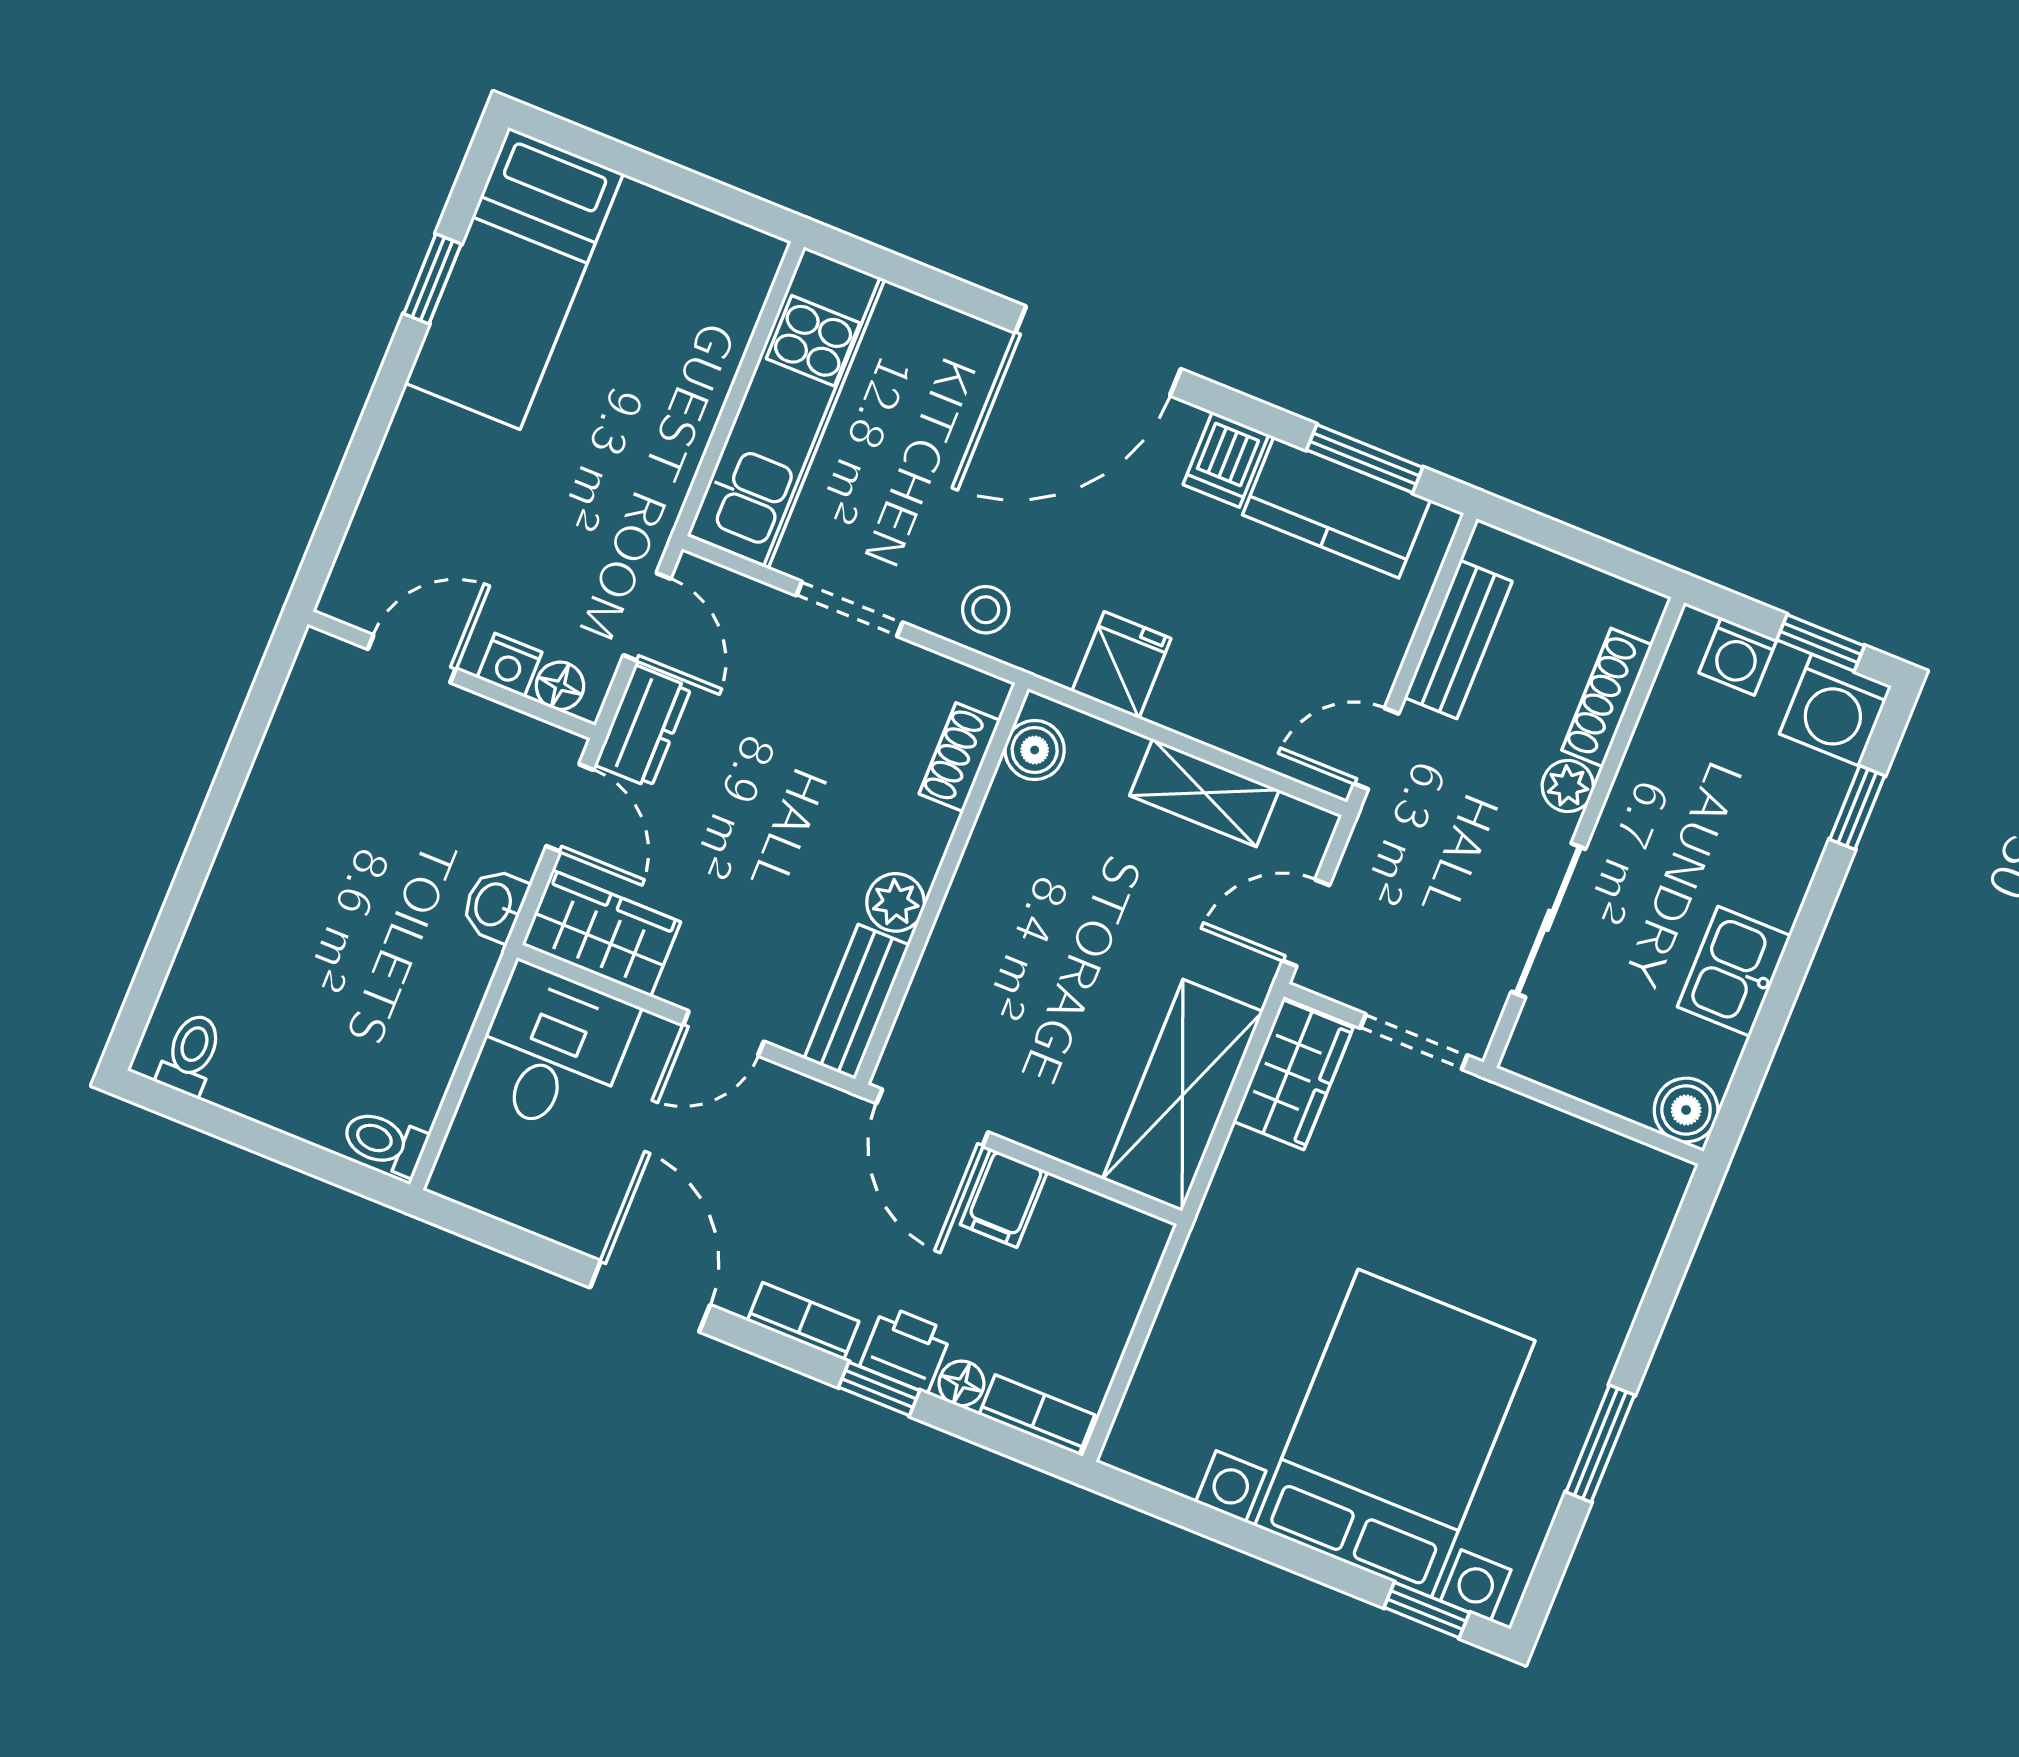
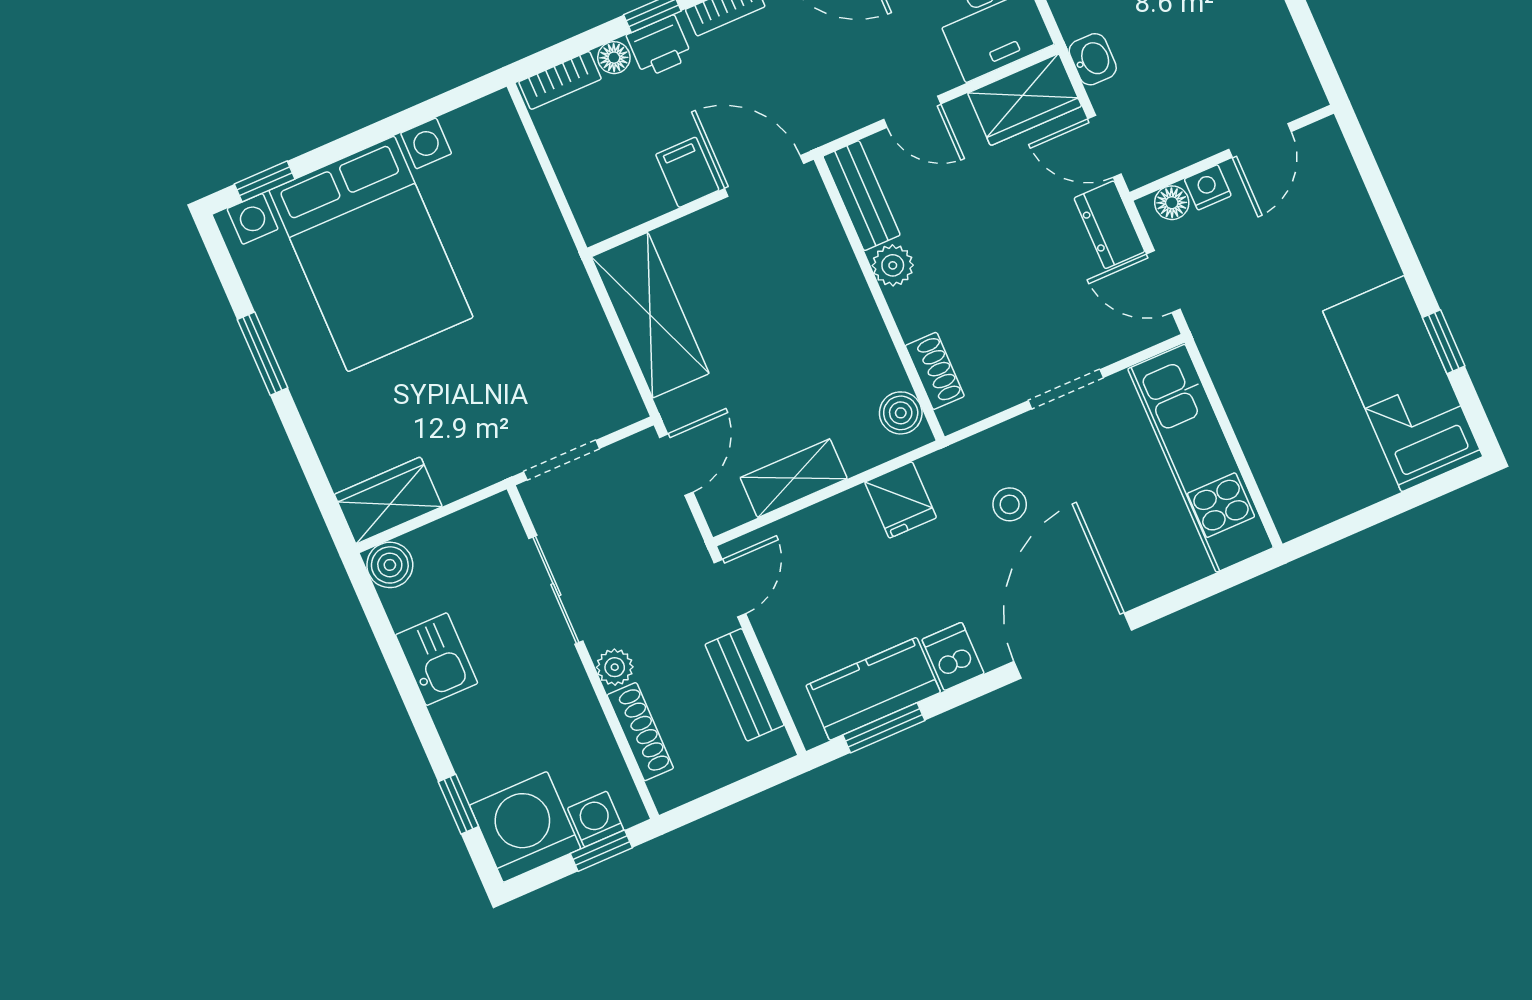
stool: (986, 610) -> (1010, 504), moved
window: (1821, 643) -> (601, 851), moved
washing machine: (1835, 710) -> (525, 827), width x1.37, depth x1.37
door: (723, 1033) -> (912, 112), swing flipped
wardrobe: (1293, 1075) -> (388, 500), moved, turned 90

